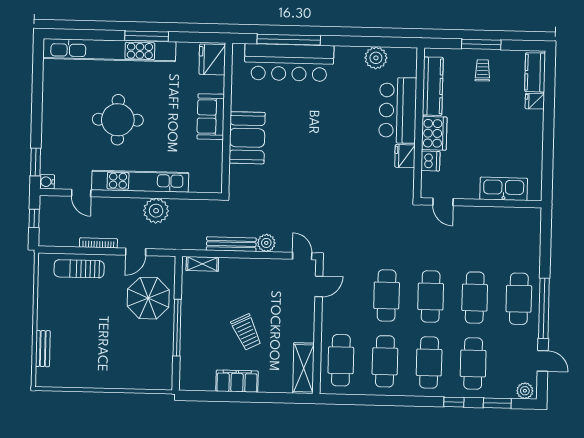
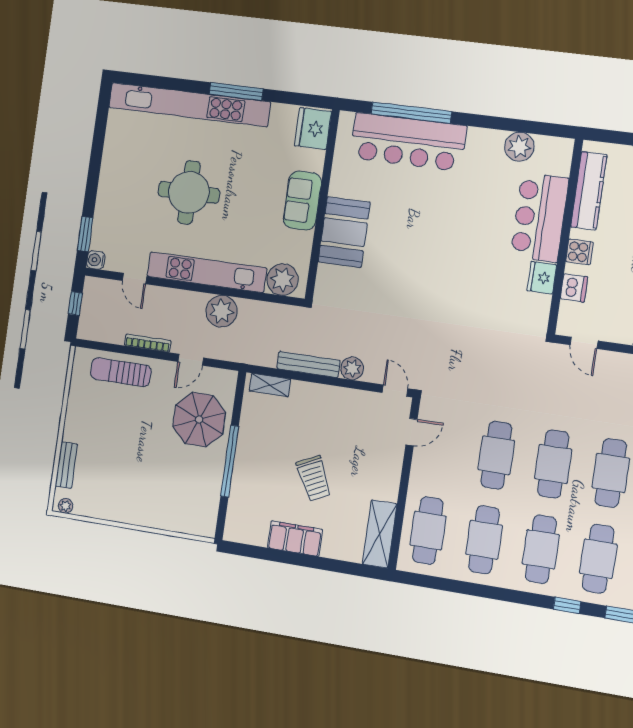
cooker: (434, 133) -> (579, 252), width x0.53, depth x0.76
plant: (202, 180) -> (282, 280), added
plant: (46, 381) -> (66, 506), added

